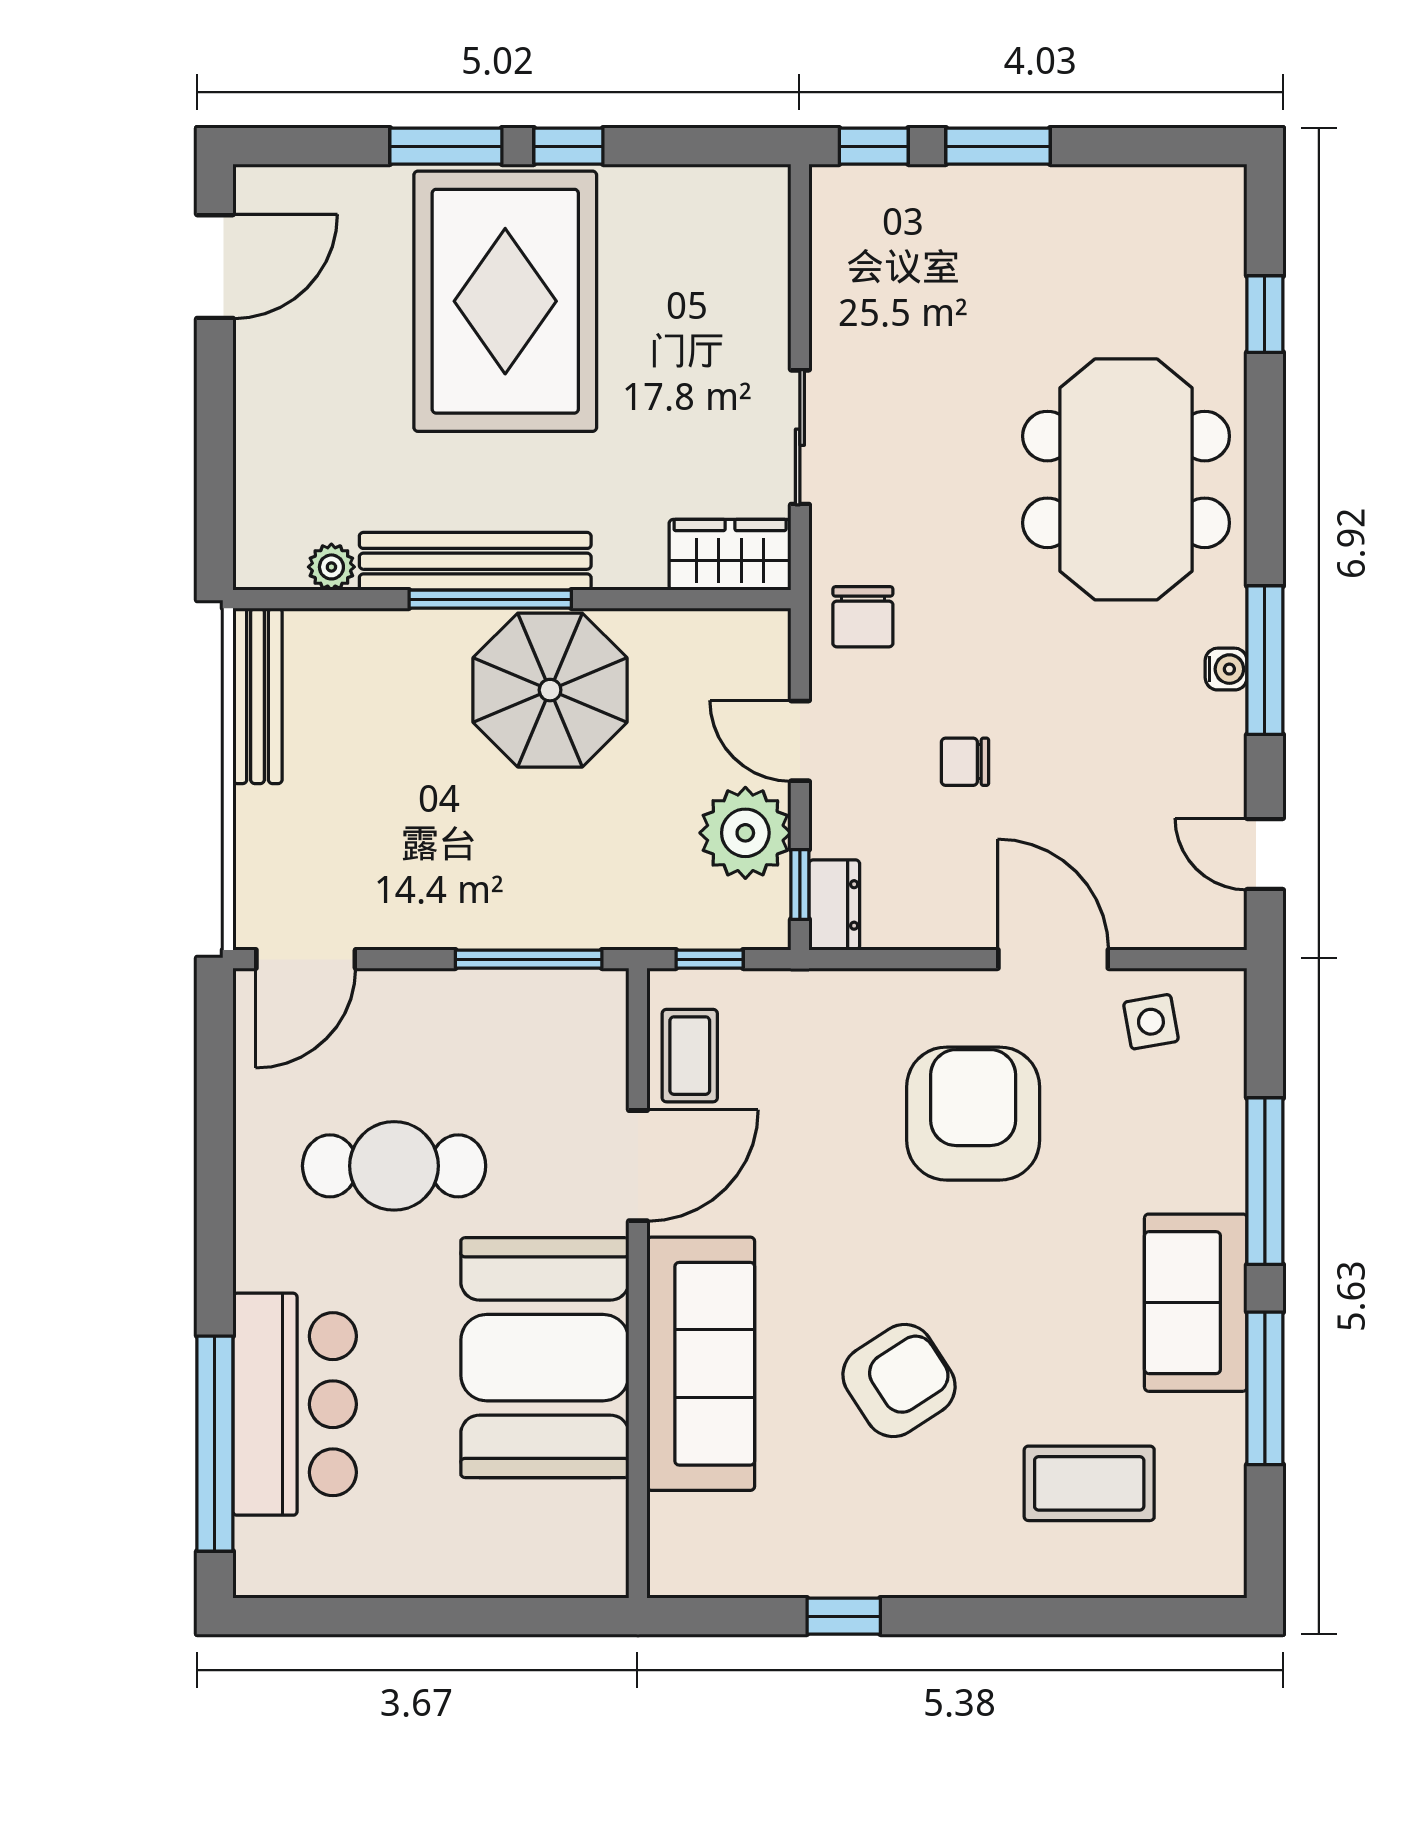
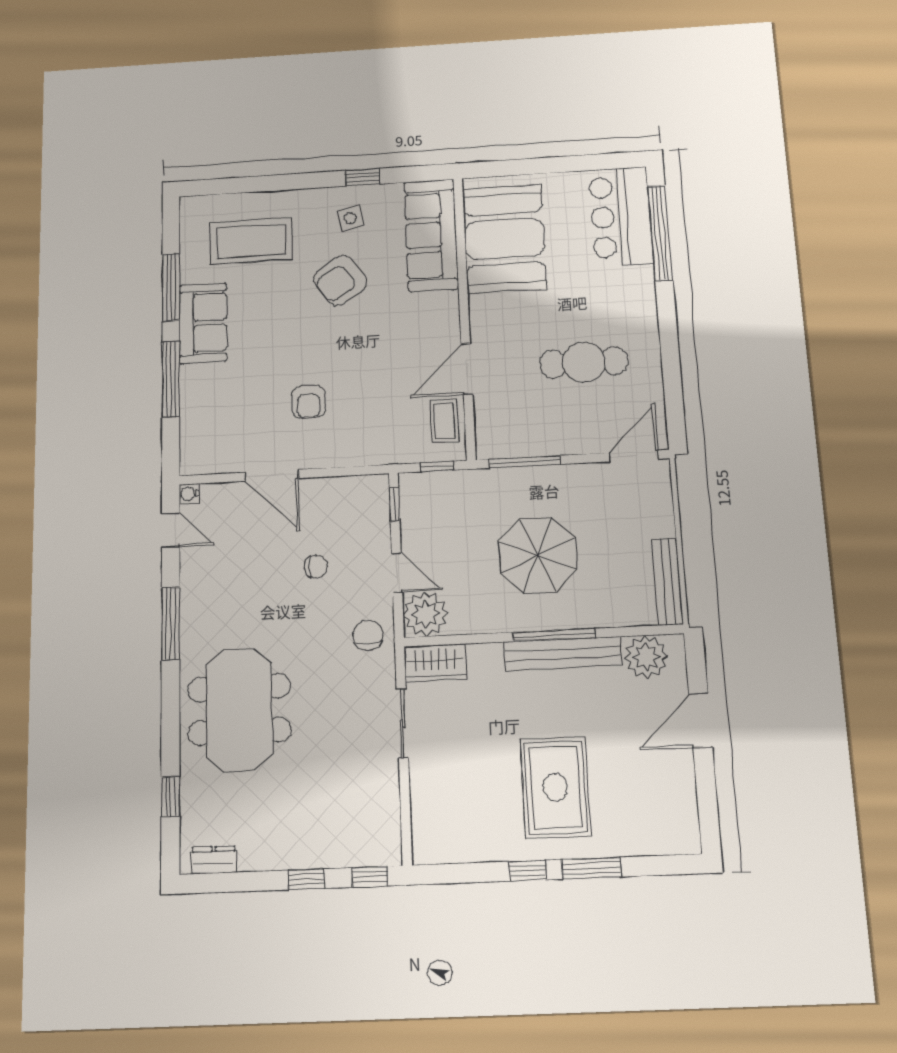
window: (998, 146) -> (306, 879), width x0.67
door: (215, 267) -> (701, 720), moved
rug: (505, 301) -> (556, 787), width x0.73, depth x0.69
plant: (331, 567) -> (646, 657), width x1.87, depth x1.87
water cooler: (1226, 669) -> (189, 494), moved
parasol: (550, 690) -> (538, 555), moved
plant: (745, 833) -> (426, 614), moved
dresser: (834, 905) -> (214, 860), moved, turned 90
side table: (1151, 1022) -> (350, 218), moved
armchair: (973, 1114) -> (308, 402), width x0.53, depth x0.53
booth: (545, 1358) -> (504, 239), moved
sofa: (701, 1364) -> (431, 235), moved
bar counter: (295, 1404) -> (621, 216), moved
coffee table: (1089, 1483) -> (251, 241), width x1.36, depth x1.32

